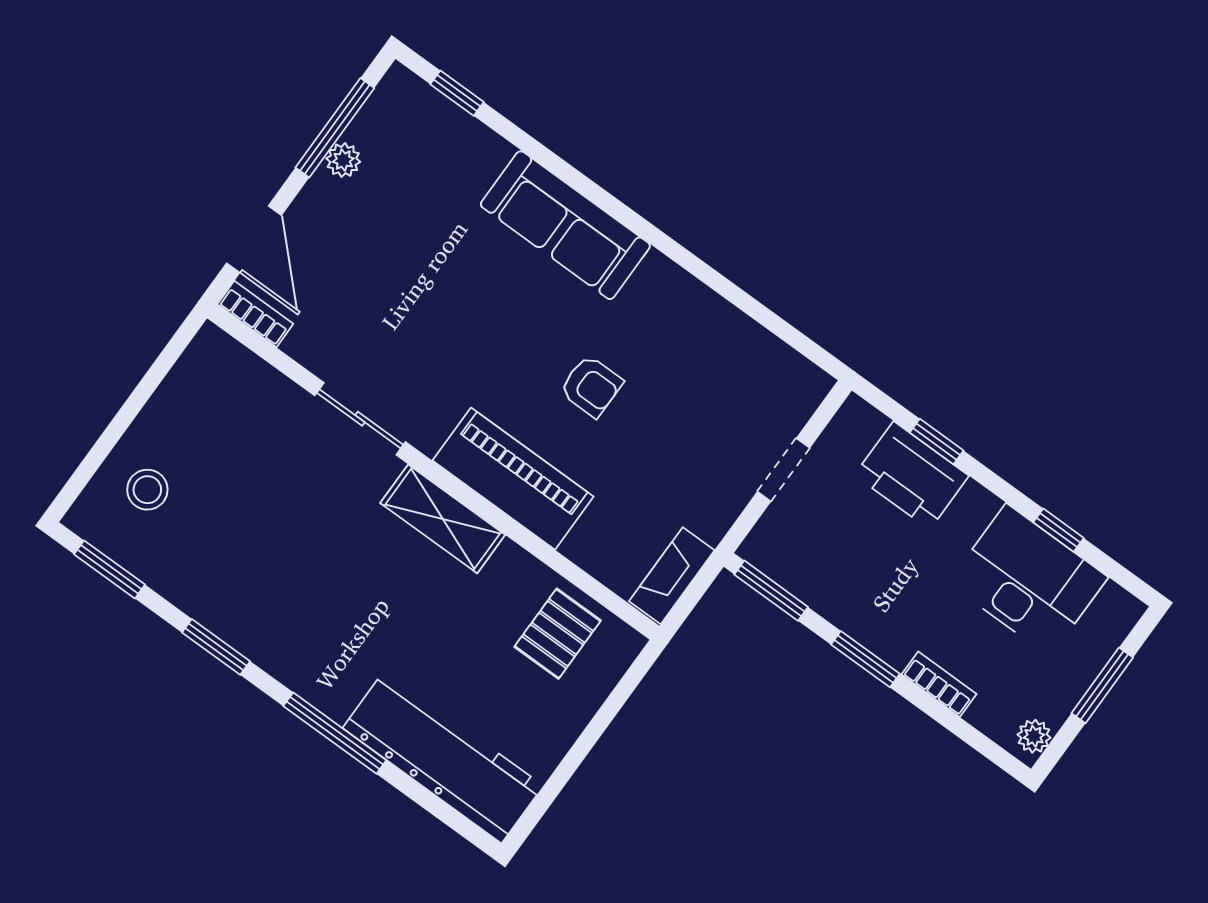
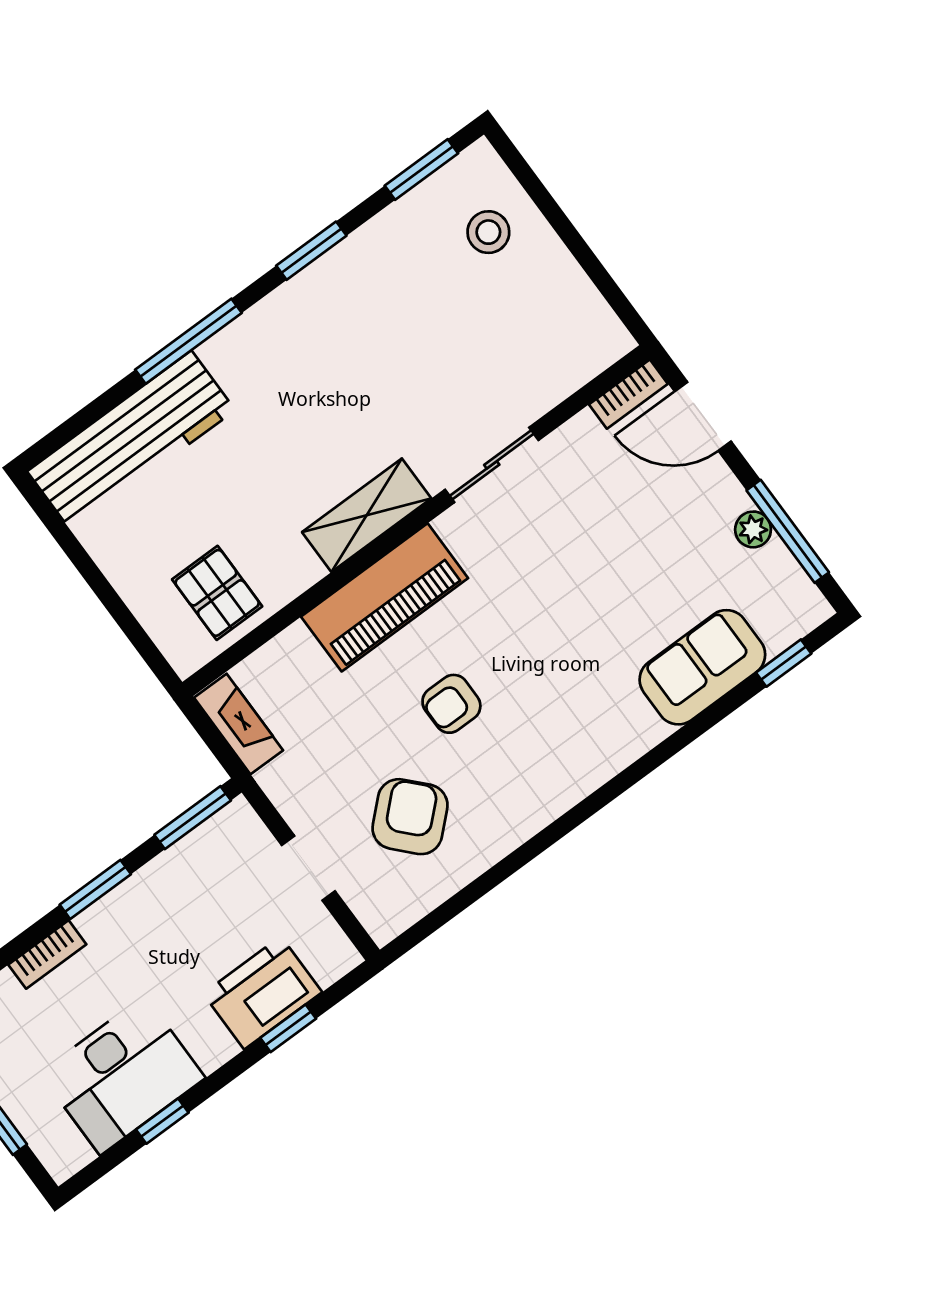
sofa: (565, 225) -> (702, 667), moved, width x0.73
armchair: (707, 391) -> (410, 817), added

